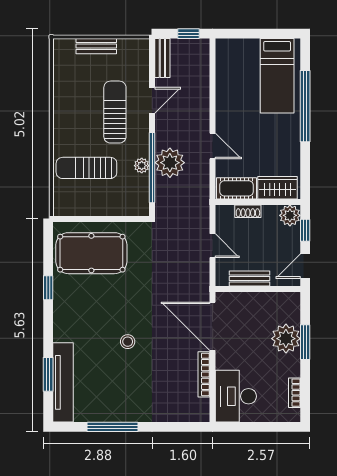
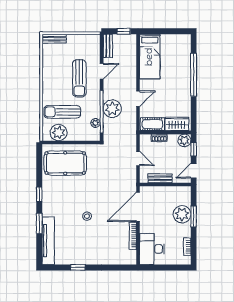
bench: (96, 46) -> (54, 39), moved
bed: (277, 76) -> (150, 57), moved
sun lounger: (115, 112) -> (79, 78), turned 180
door: (213, 146) -> (138, 99), hinge flipped
plant: (142, 166) -> (95, 123), moved
plant: (80, 202) -> (59, 133), added
window: (48, 288) -> (39, 194), moved
door: (213, 326) -> (138, 207), hinge flipped
window: (48, 374) -> (39, 223), moved
window: (113, 427) -> (78, 267), width x0.46

